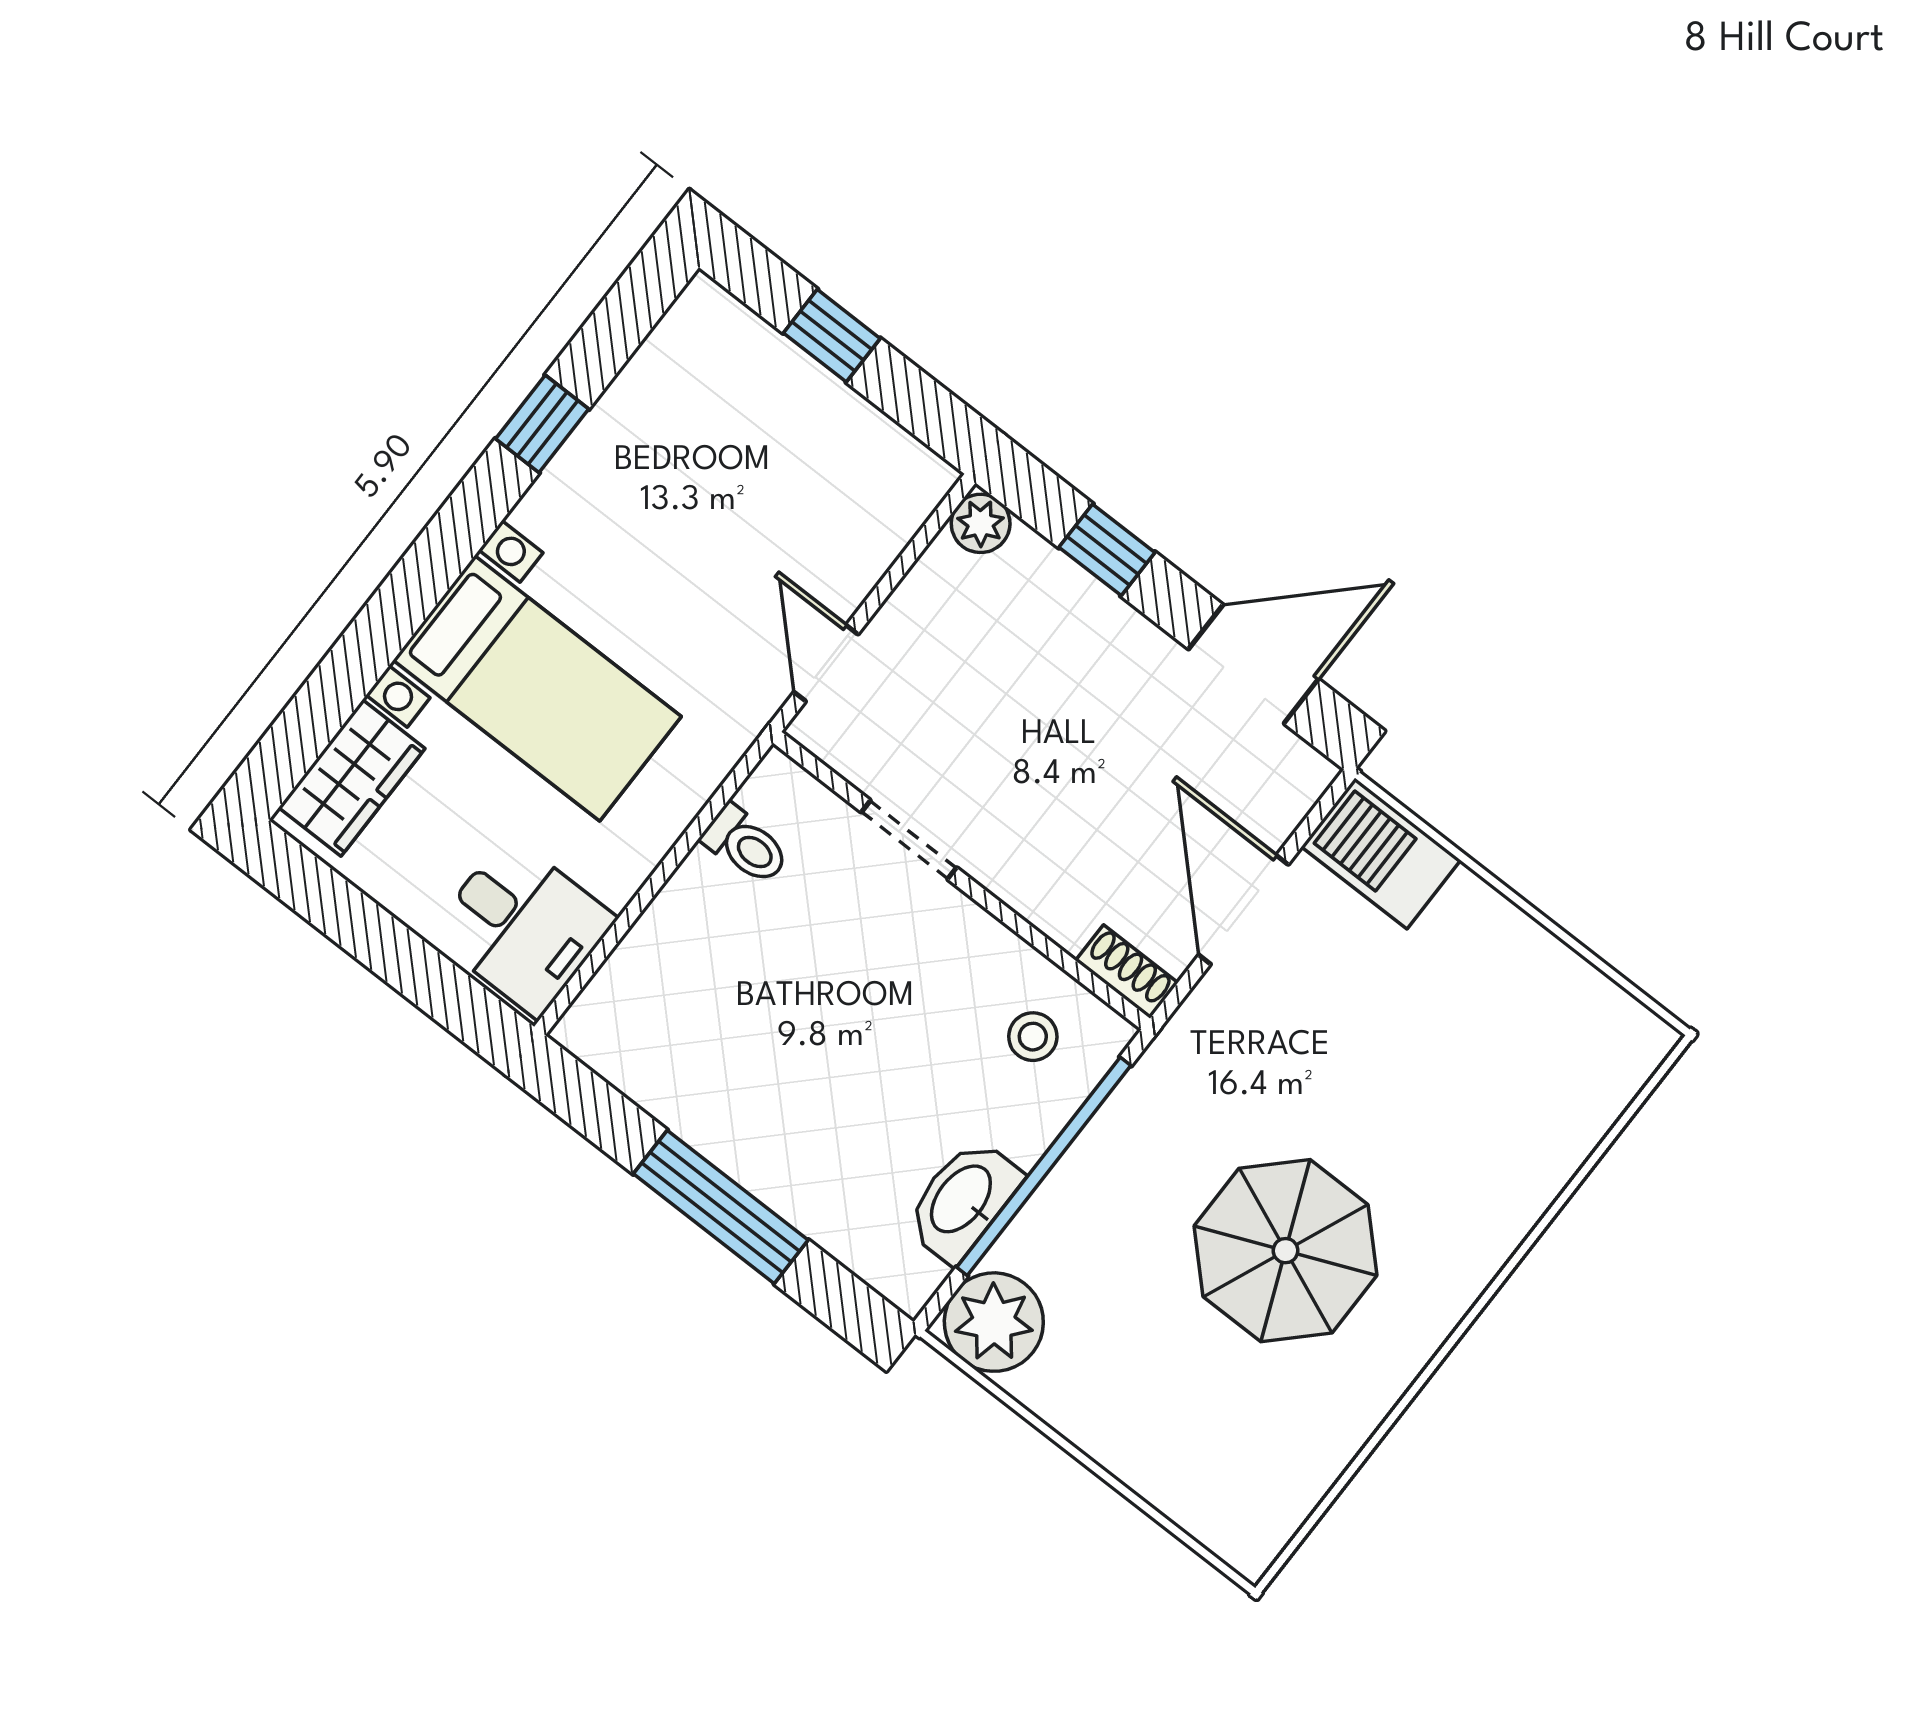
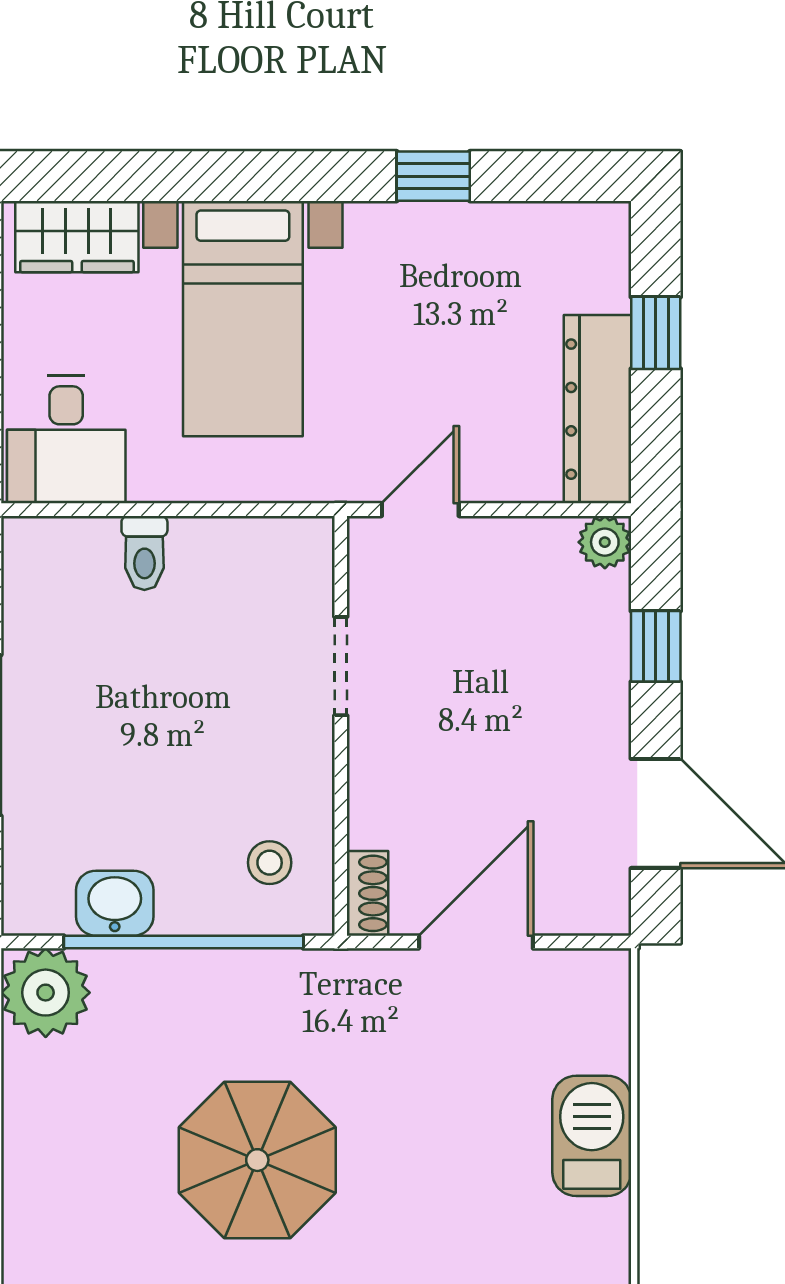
dresser: (859, 439) -> (597, 409), added
toilet: (746, 845) -> (144, 553), moved
barbecue: (1381, 853) -> (592, 1136), moved
washbasin: (963, 1200) -> (115, 903), width x0.72

